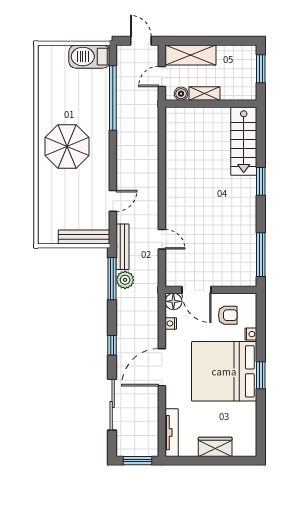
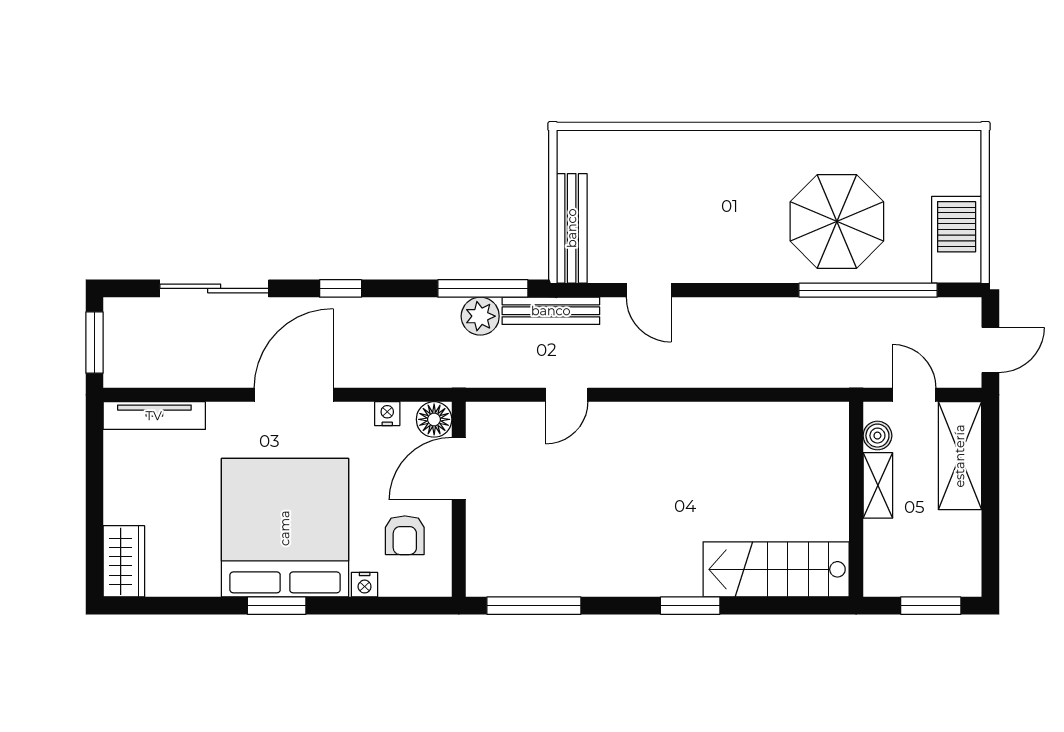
parasol: (67, 147) -> (837, 221), moved
door: (162, 367) -> (294, 395), hinge flipped
wardrobe: (215, 447) -> (124, 561), moved

